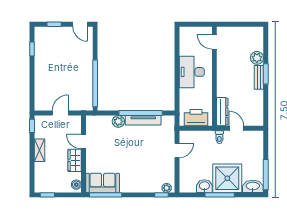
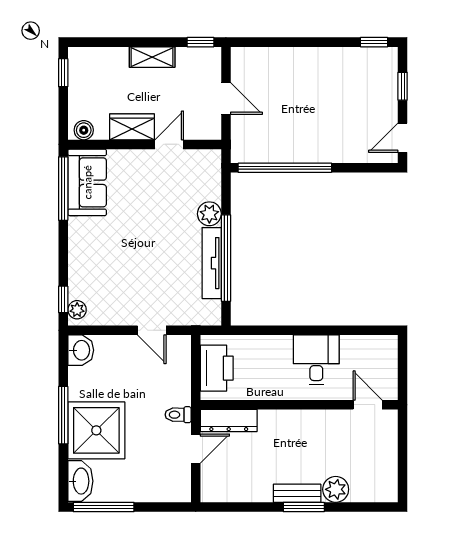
door: (214, 42) -> (368, 405), hinge flipped
window: (32, 49) -> (374, 42), moved
desk: (192, 72) -> (316, 360), width x0.73
washbasin: (204, 186) -> (81, 350), moved

